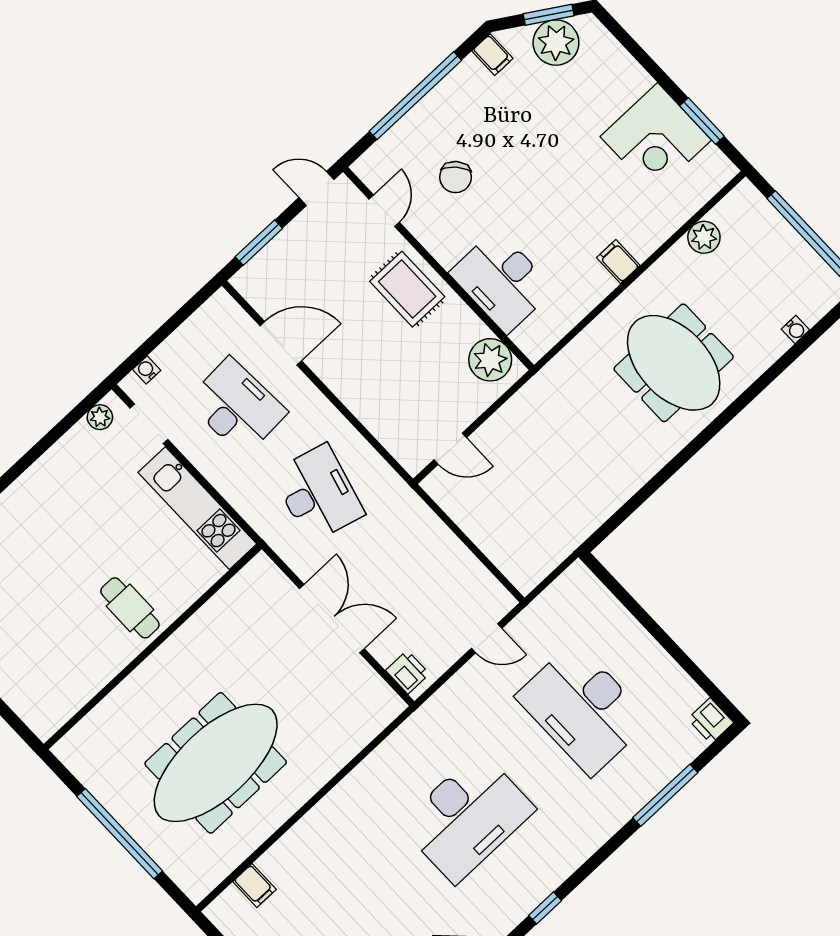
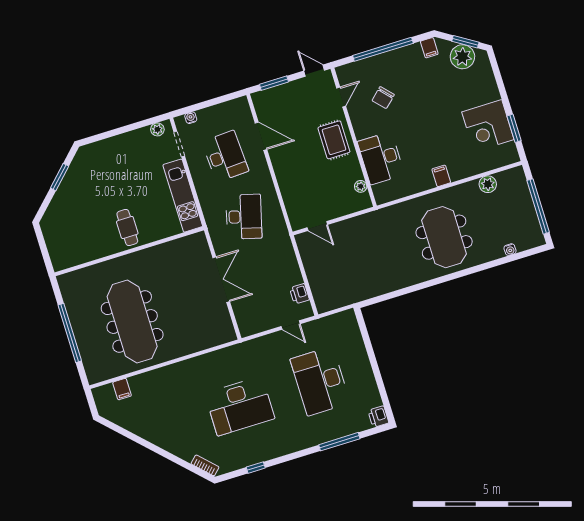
plant: (490, 360) -> (361, 186), width x0.53, depth x0.53
printer: (408, 672) -> (299, 294), moved, turned 180
meeting table: (216, 763) -> (132, 322), turned 90

